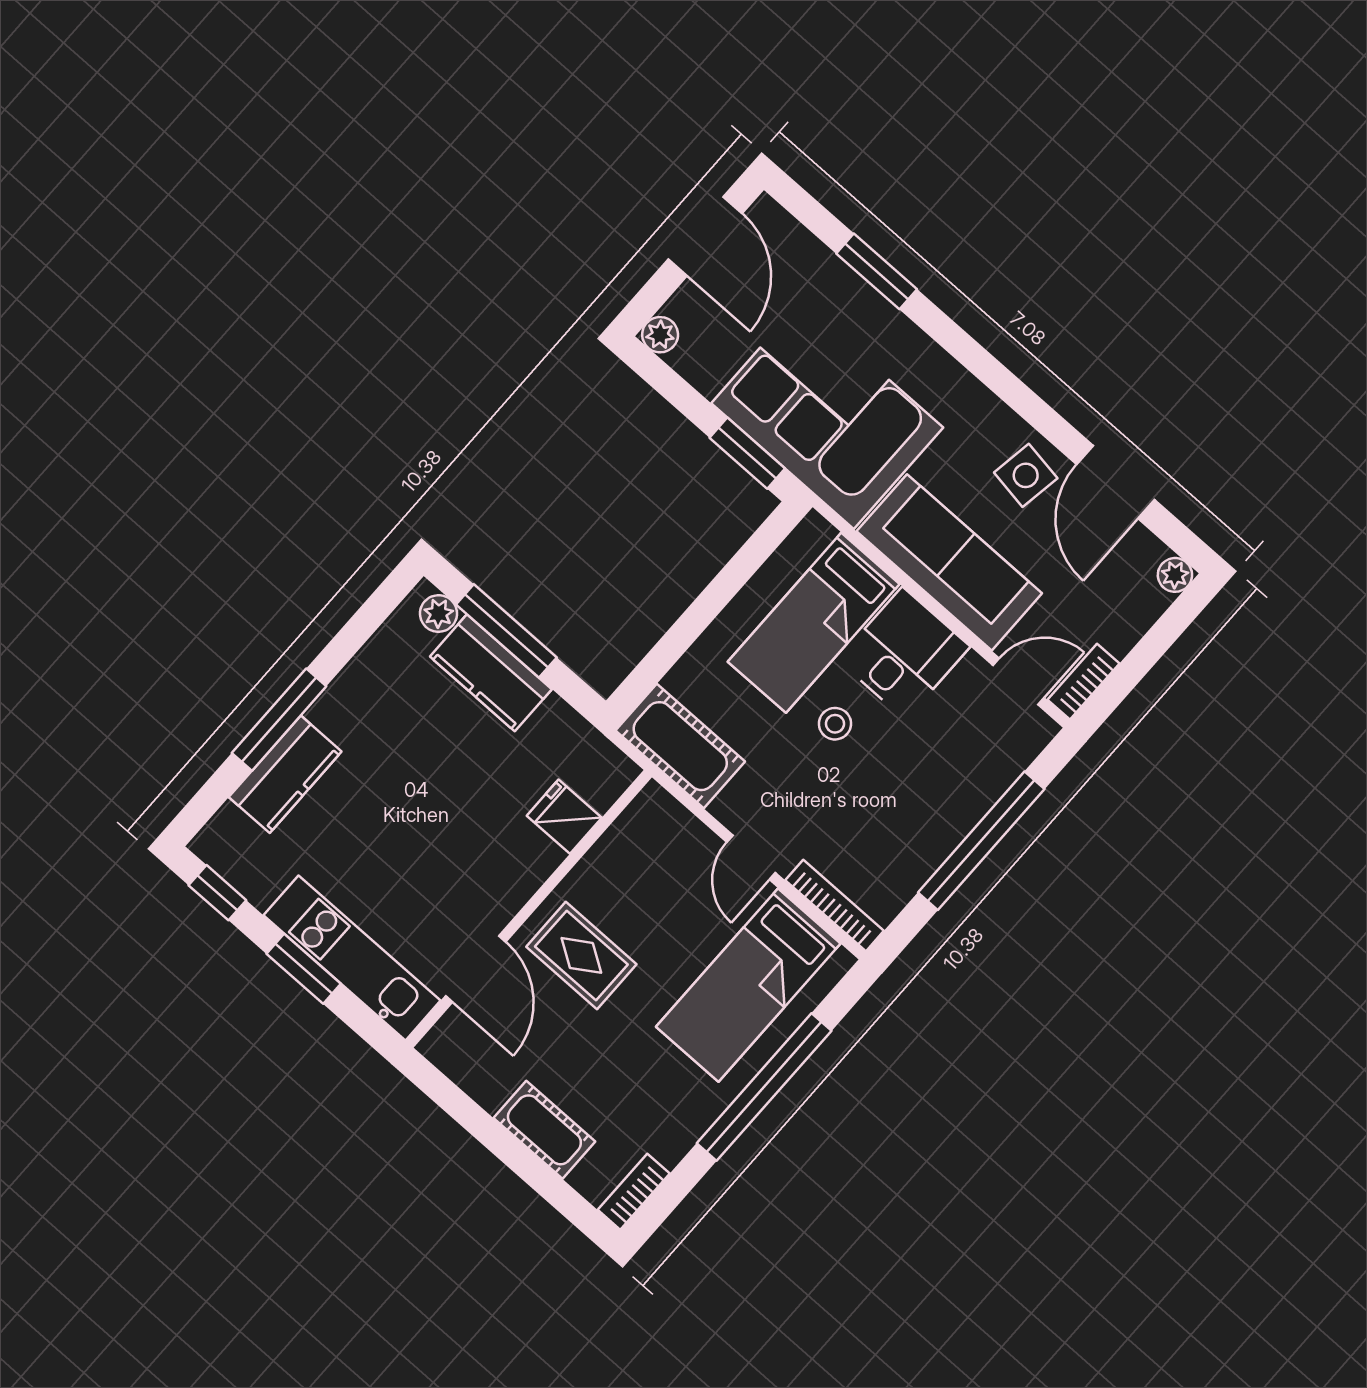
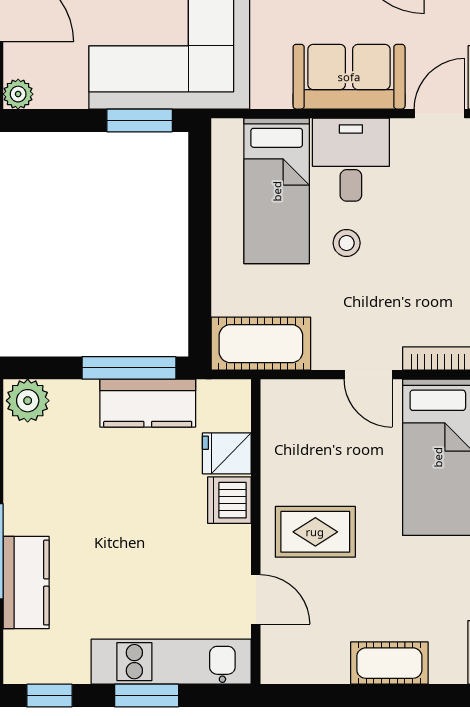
sofa: (949, 562) -> (349, 77), width x0.73
plant: (439, 614) -> (28, 401), width x1.38, depth x1.38
window: (506, 631) -> (129, 368), moved
kitchen counter: (491, 673) -> (148, 403), moved
dishwasher: (530, 860) -> (229, 500), added
door: (476, 969) -> (256, 599), width x0.73

